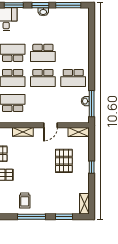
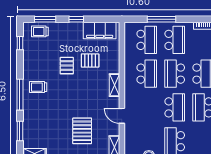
school desk: (43, 78) -> (175, 107), turned 180
pallet: (64, 161) -> (82, 131), turned 90

